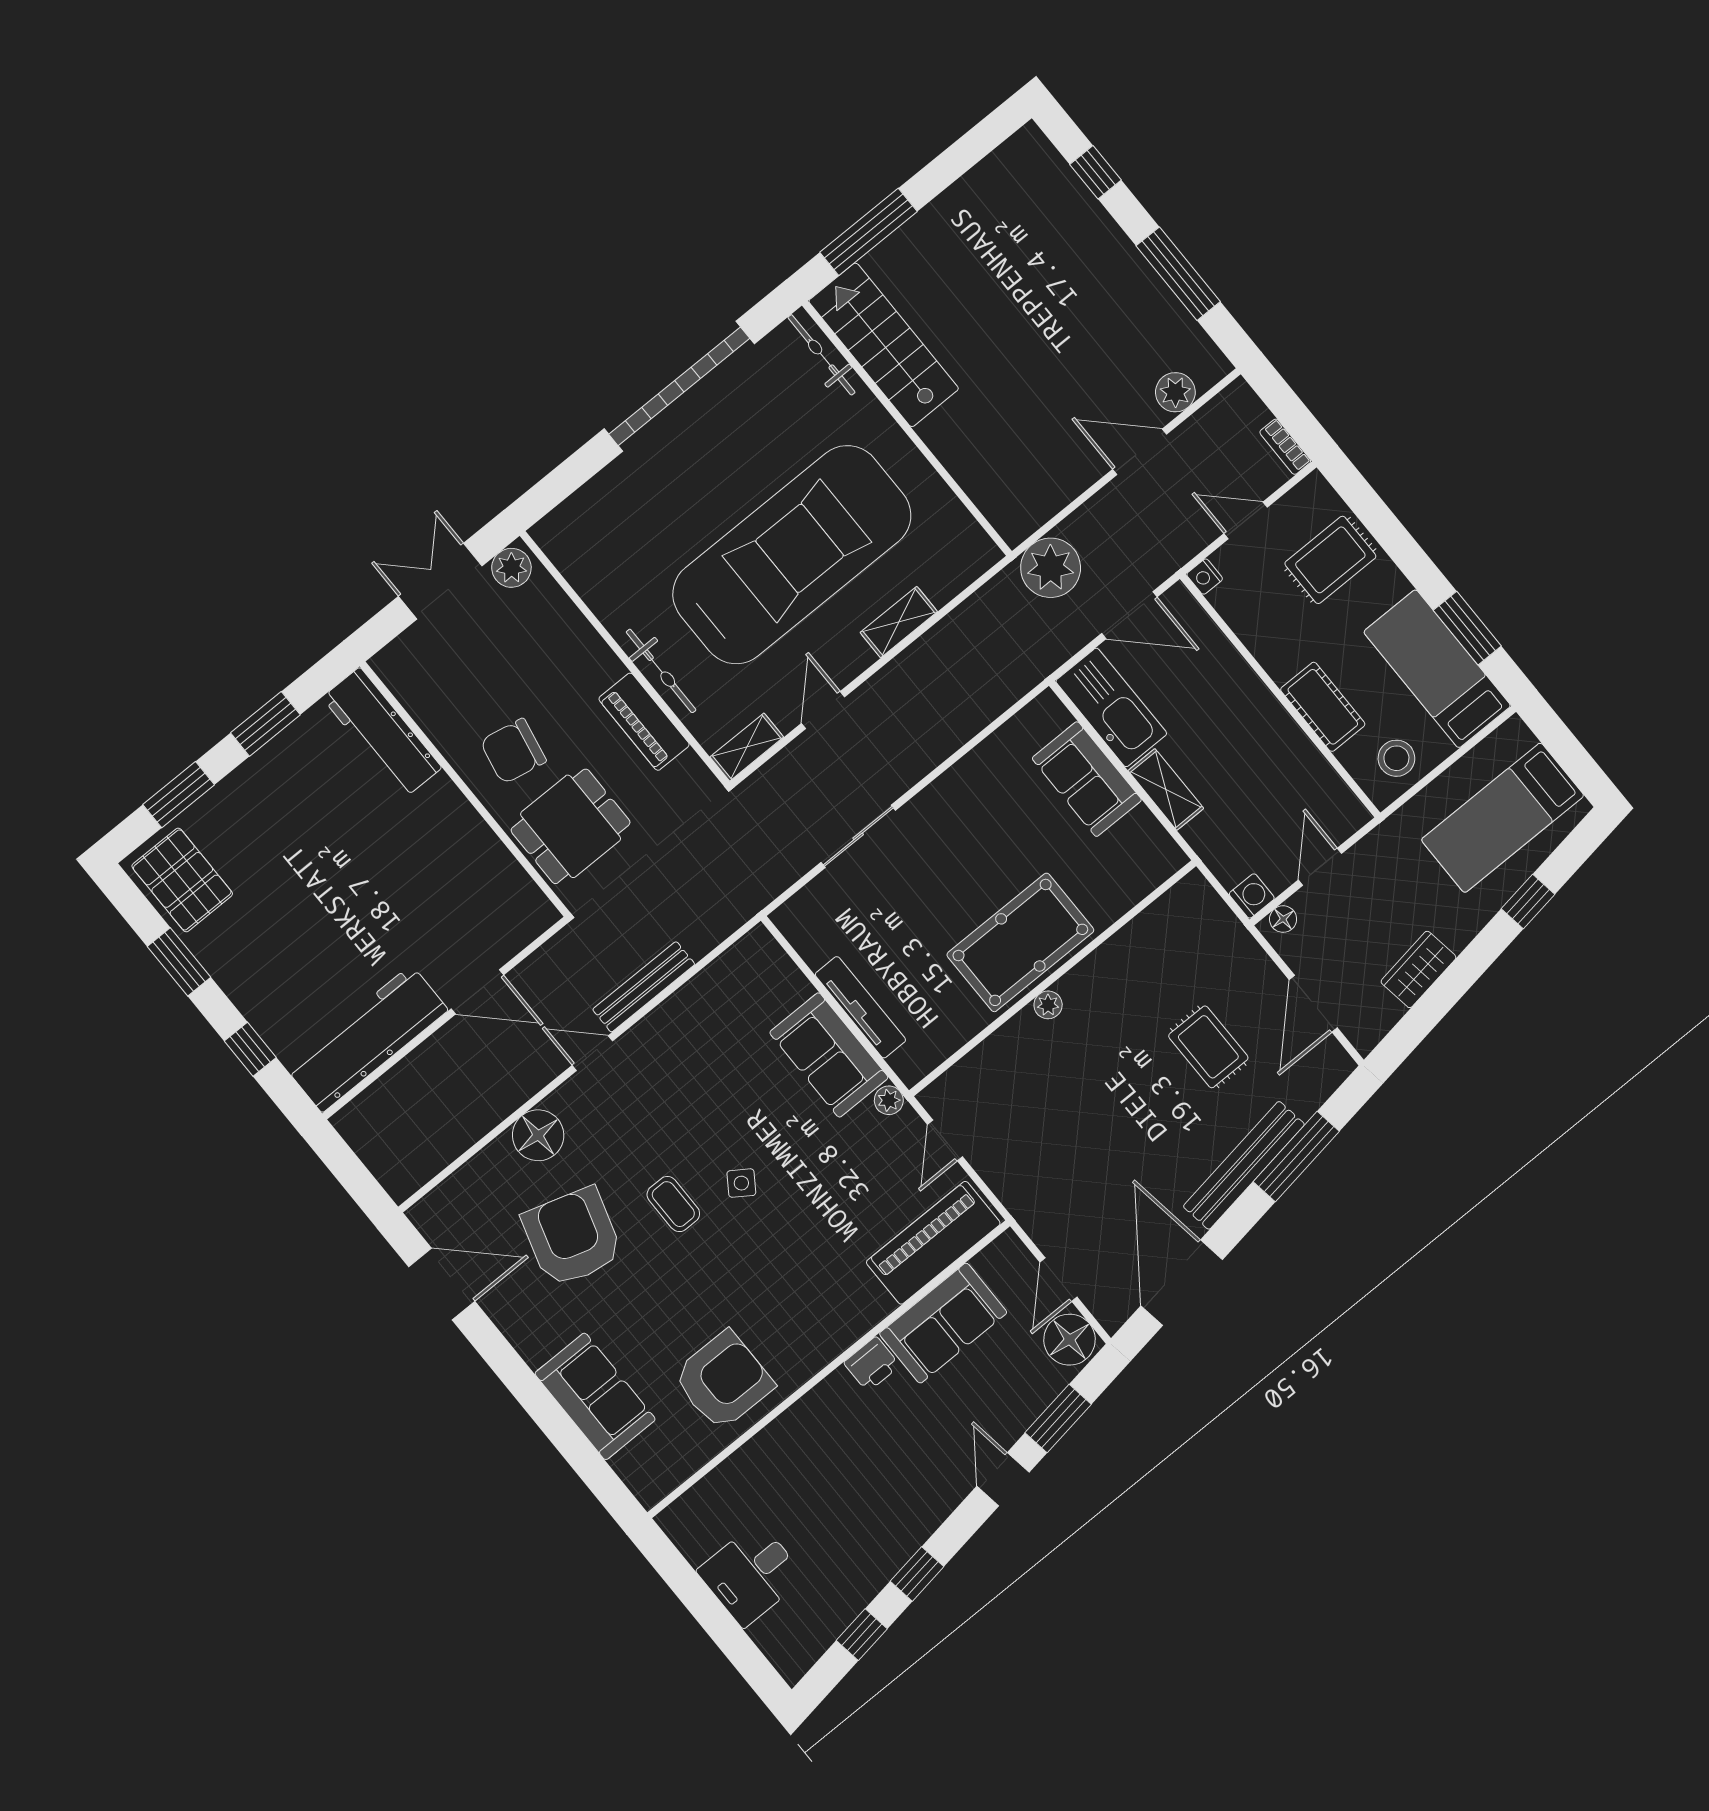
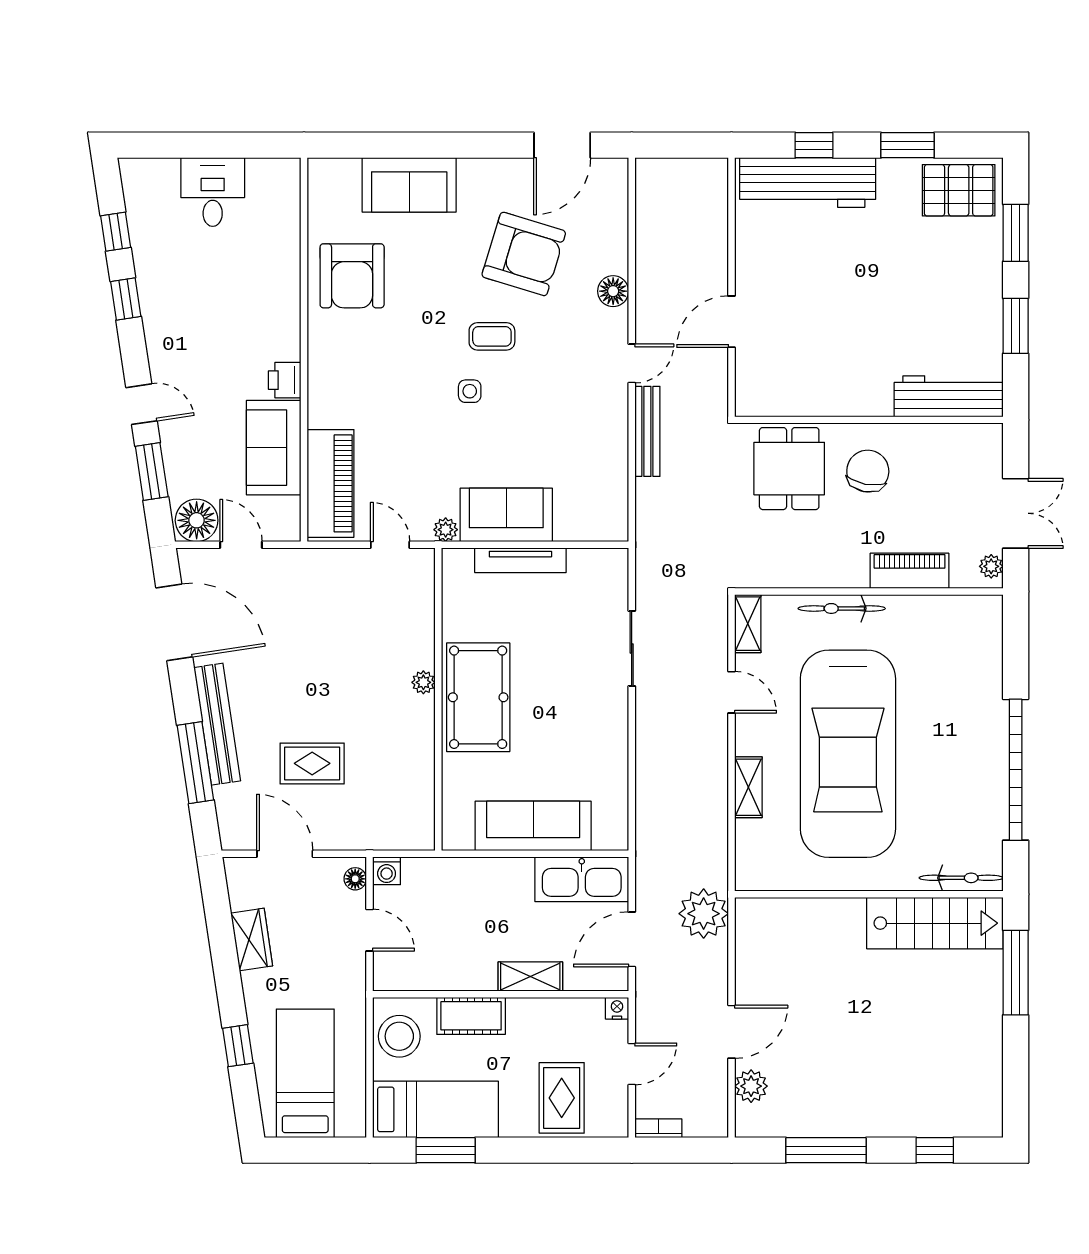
plant: (511, 568) -> (991, 566), width x0.73, depth x0.73
piano: (644, 722) -> (910, 571), moved
stool: (1396, 758) -> (399, 1036), width x1.38, depth x1.38
sofa: (1087, 779) -> (533, 826), width x1.36
shelving: (1166, 789) -> (530, 977), moved
workbench: (367, 1039) -> (808, 182), moved, turned 90
floor lamp: (538, 1135) -> (613, 291), width x0.73, depth x0.73
side table: (741, 1183) -> (470, 391), turned -34

